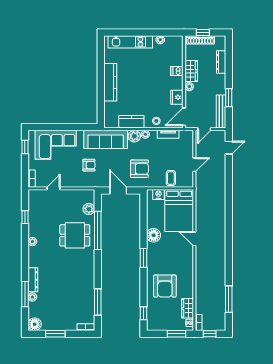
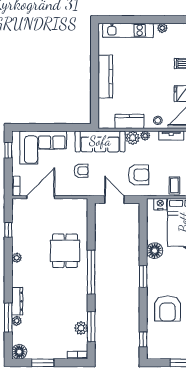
door: (53, 188) -> (41, 197), width x1.88
plant: (89, 209) -> (81, 328), moved
window: (98, 230) -> (91, 272), moved
dining table: (75, 235) -> (65, 251), turned 90

